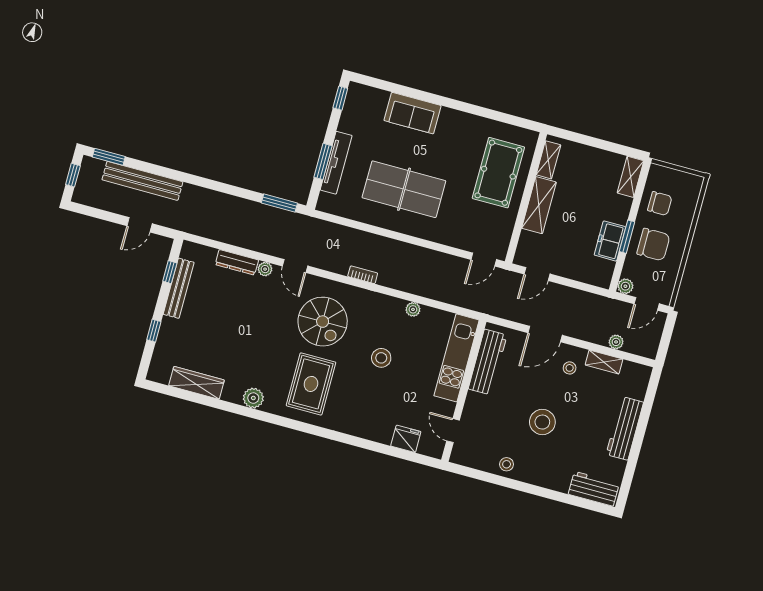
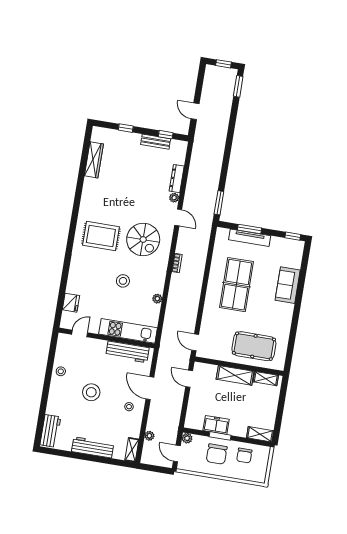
bench: (142, 181) -> (224, 110), removed
door: (295, 266) -> (178, 217), swing flipped
bench: (179, 288) -> (156, 142), width x0.73
spiral stairs: (323, 322) -> (143, 239), turned -90
shelving: (604, 362) -> (132, 450), moved
plant: (253, 398) -> (88, 199), removed

